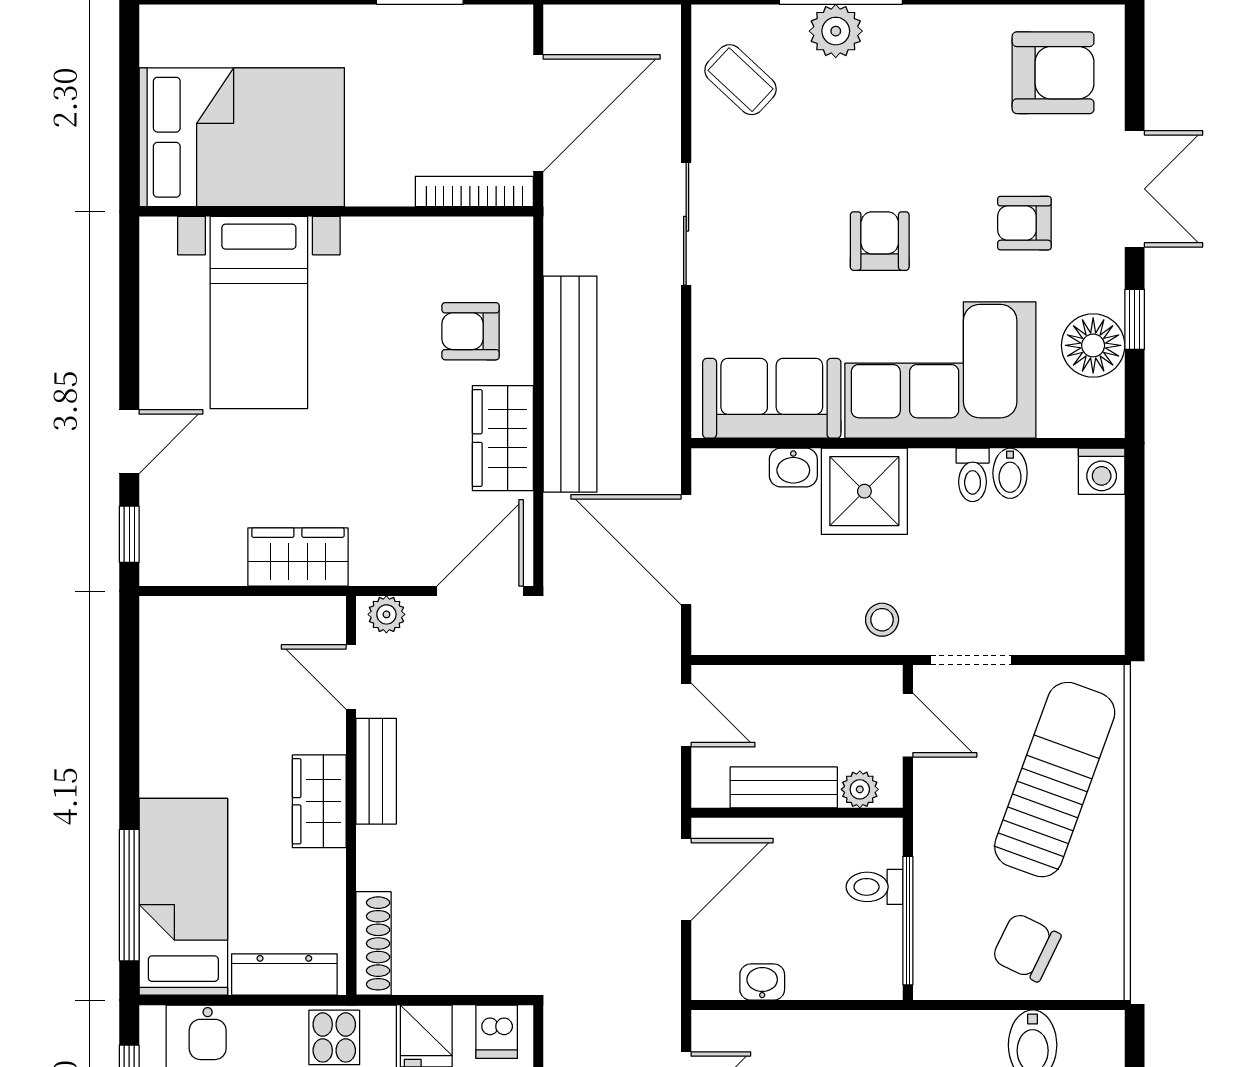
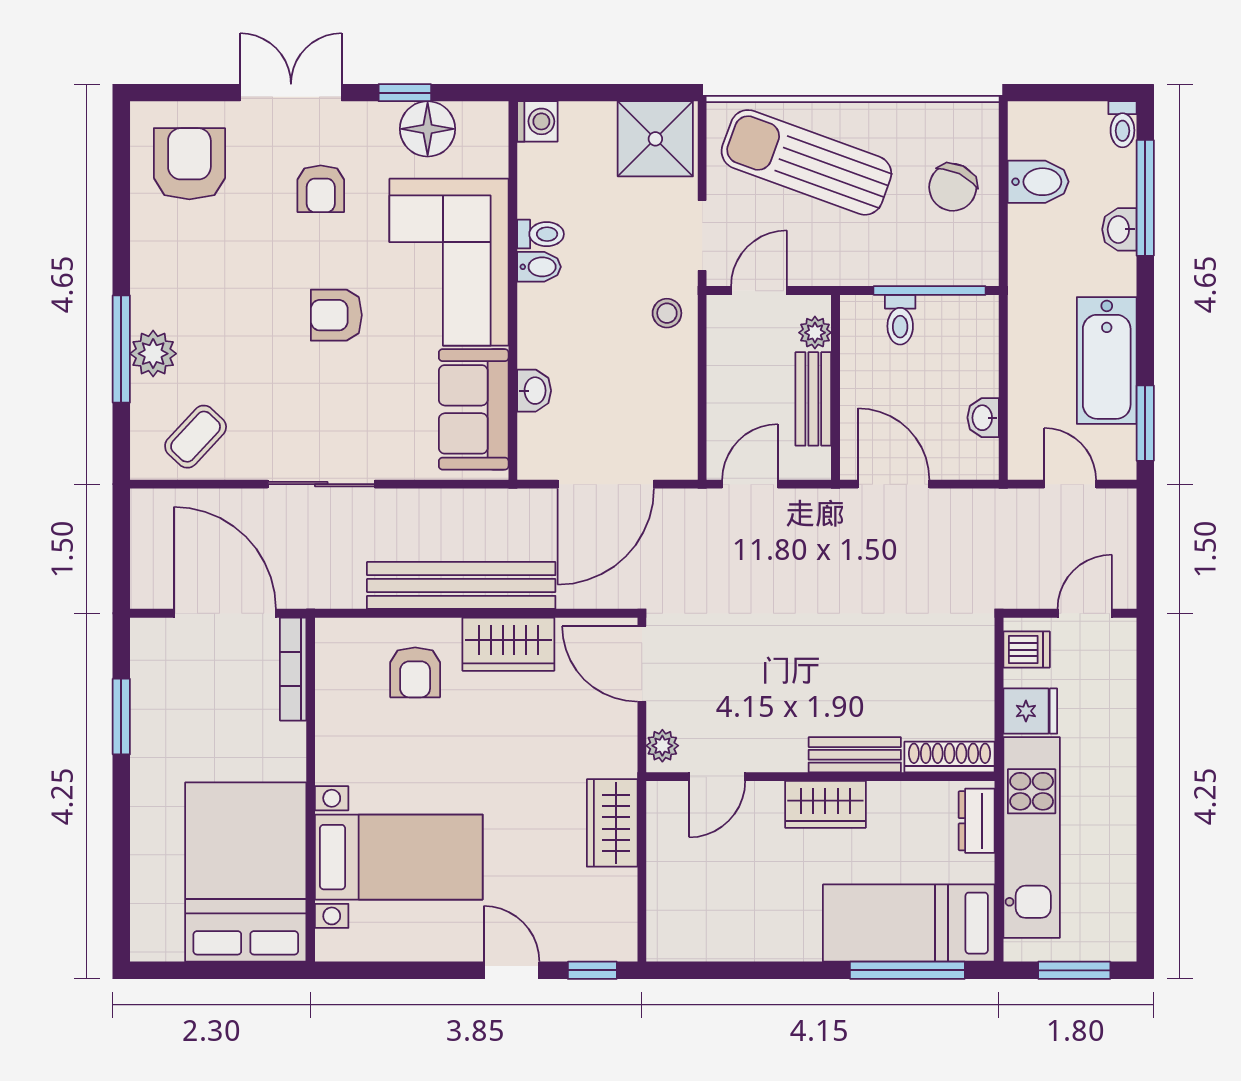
bidet: (1010, 473) -> (539, 267), moved
shower: (864, 491) -> (655, 139), moved
bench: (376, 771) -> (855, 755), moved
dresser: (284, 974) -> (977, 821), width x0.70

